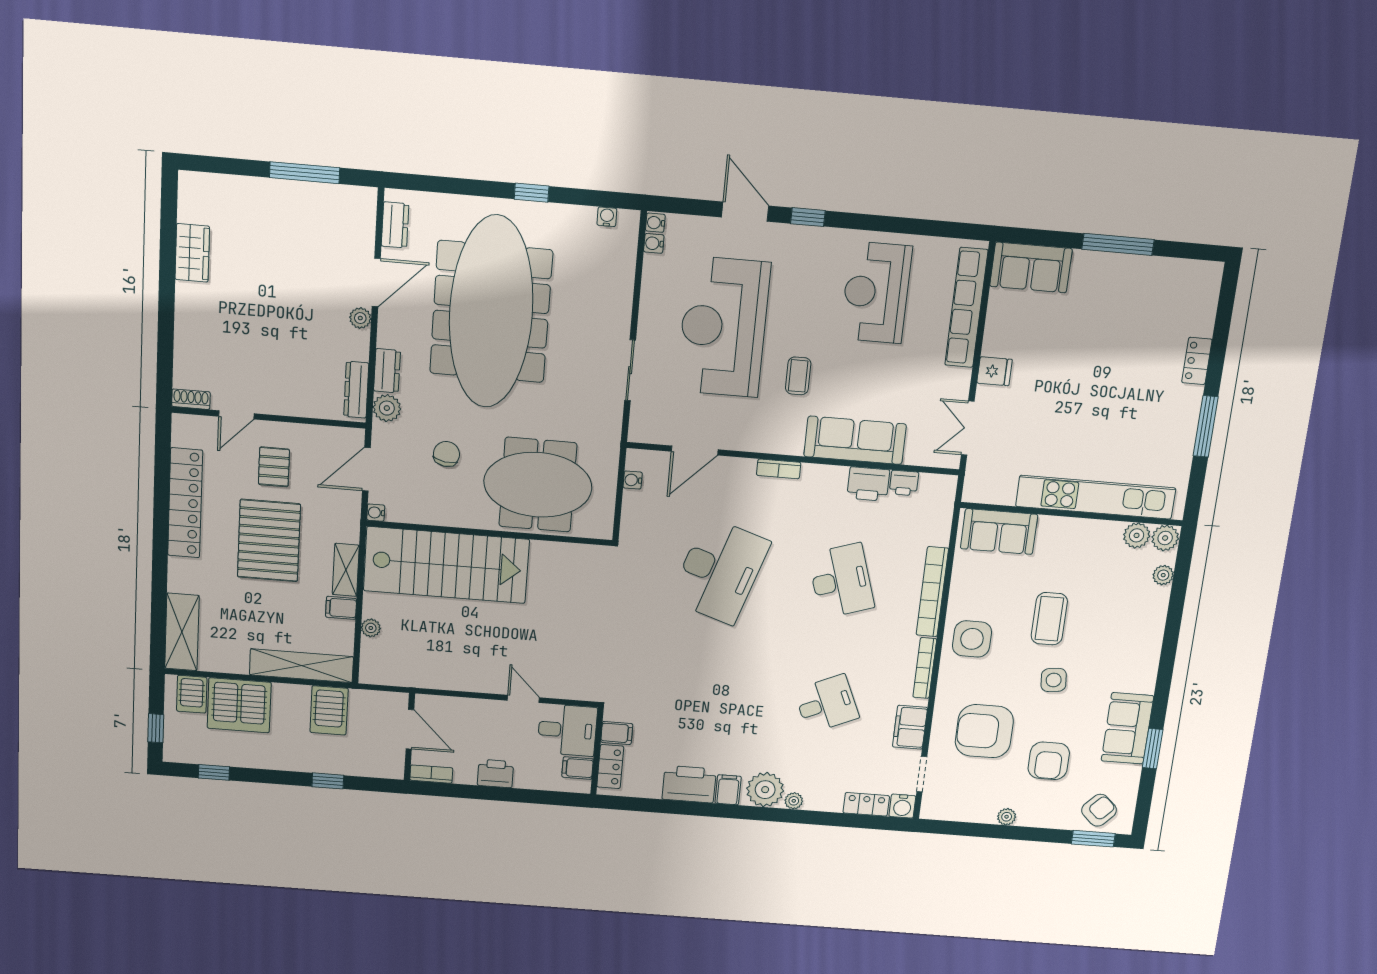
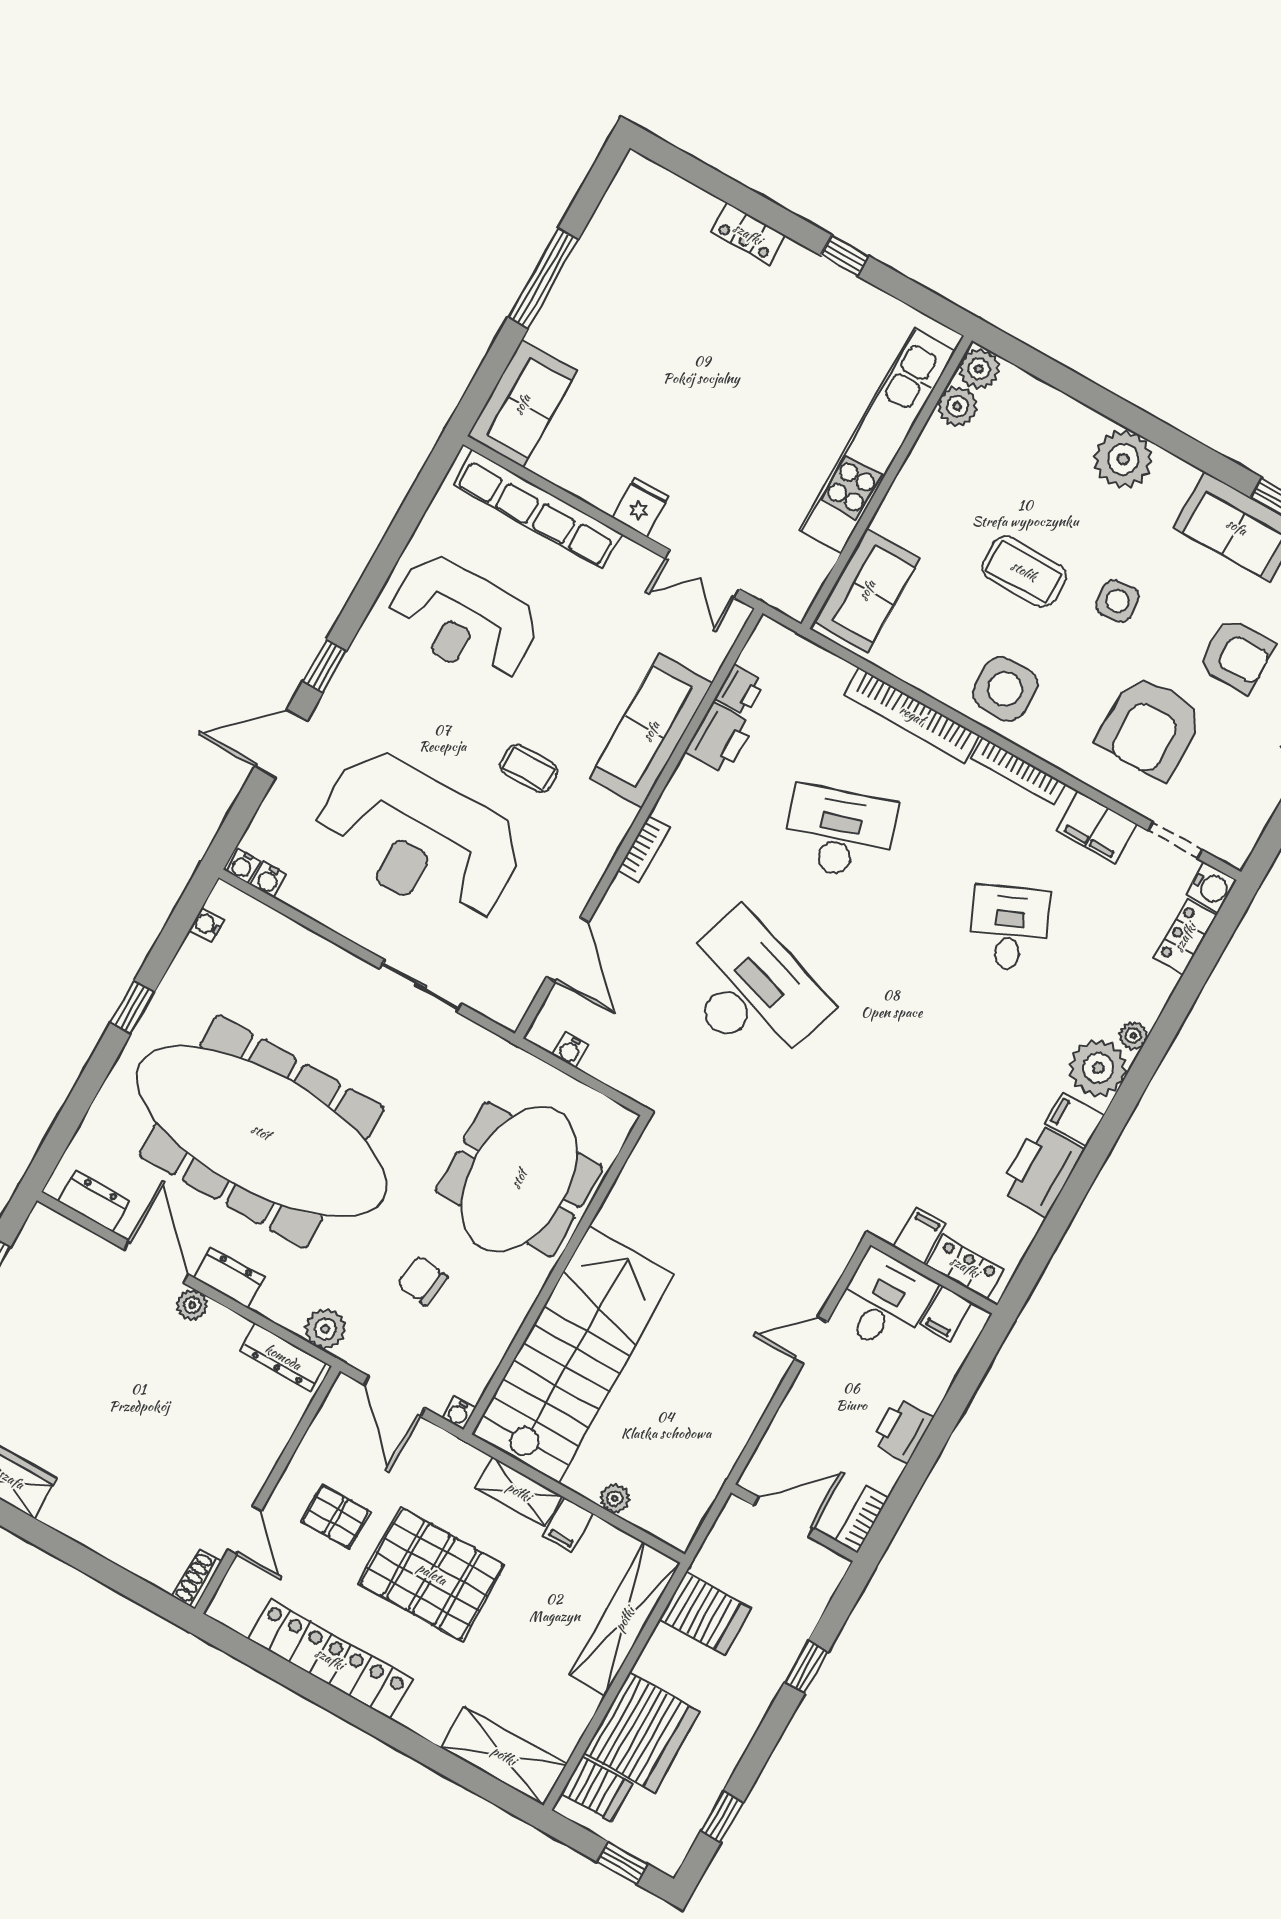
dresser: (387, 371) -> (229, 1278), moved
window: (1206, 426) -> (845, 256), width x0.46
plant: (1163, 575) -> (1123, 459), moved, width x1.87, depth x1.87

